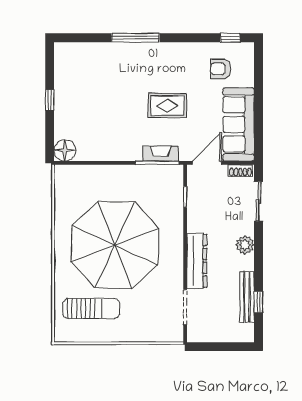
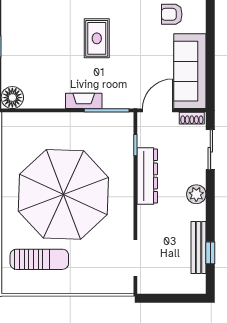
rug: (167, 106) -> (97, 38), moved, turned 90
fireplace: (161, 154) -> (84, 101), moved
dresser: (197, 261) -> (147, 176), moved

